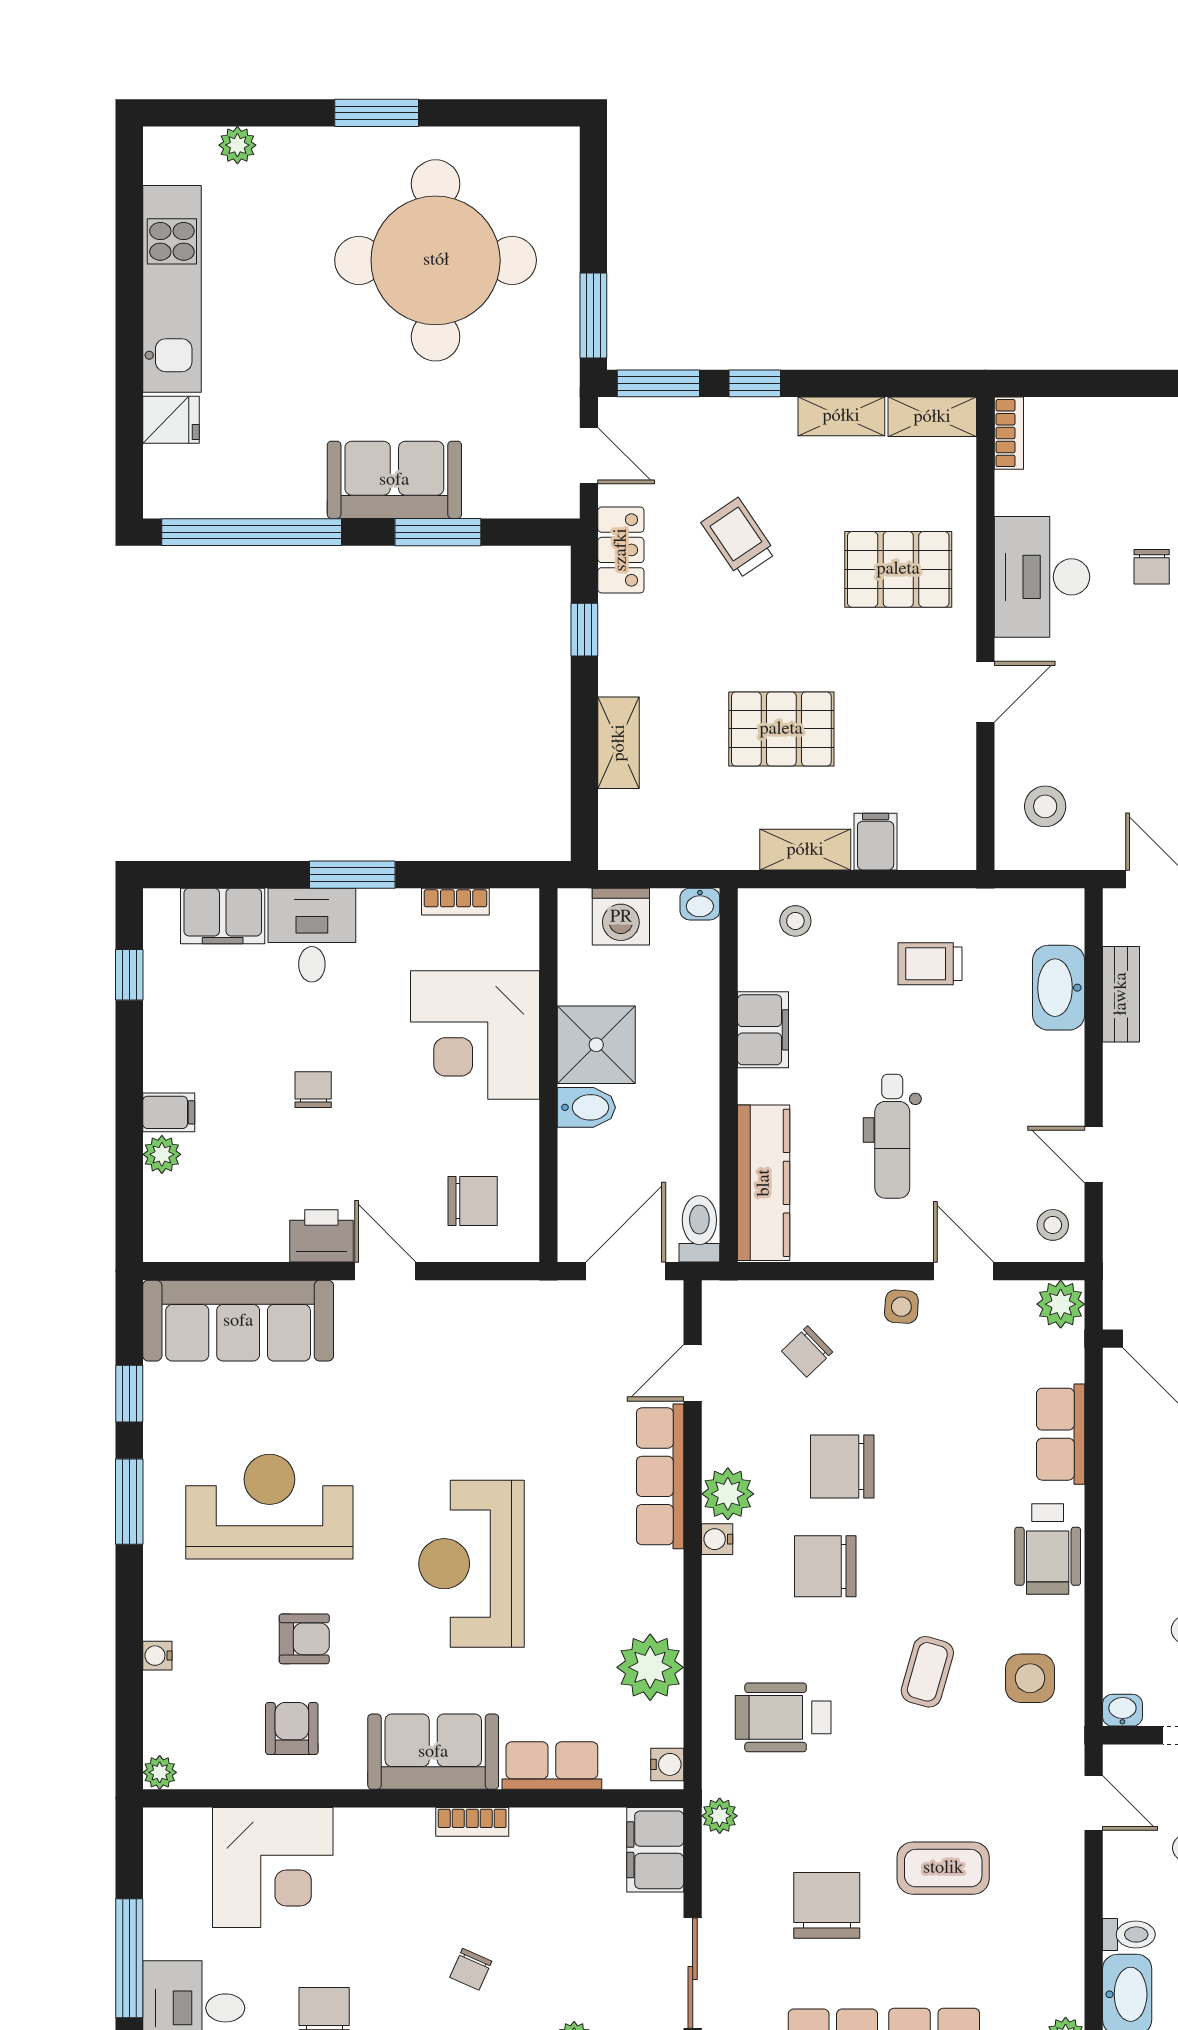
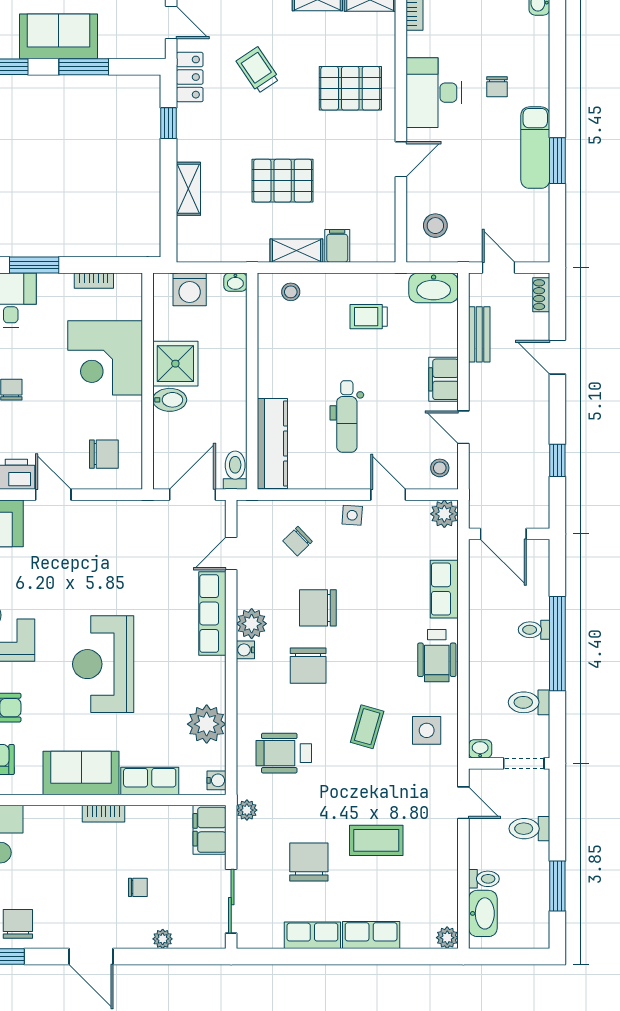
washbasin: (1059, 988) -> (434, 288), moved, turned -90
filing cabinet: (763, 1030) -> (443, 379), moved, turned 180
chair: (825, 1566) -> (308, 666), turned -90
chair: (471, 1969) -> (138, 887), moved, turned -114

